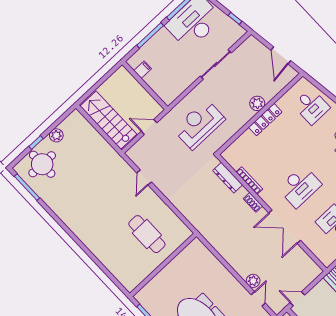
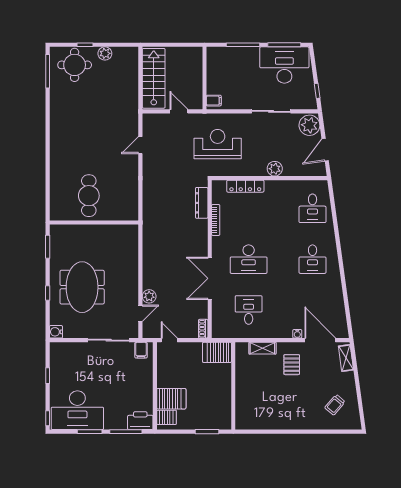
plant: (253, 48) -> (309, 125), added
filing cabinet: (143, 70) -> (214, 101), moved
locker: (265, 120) -> (245, 186), moved
shoe rack: (253, 202) -> (203, 329), moved
cafe table: (147, 234) -> (89, 196), moved

